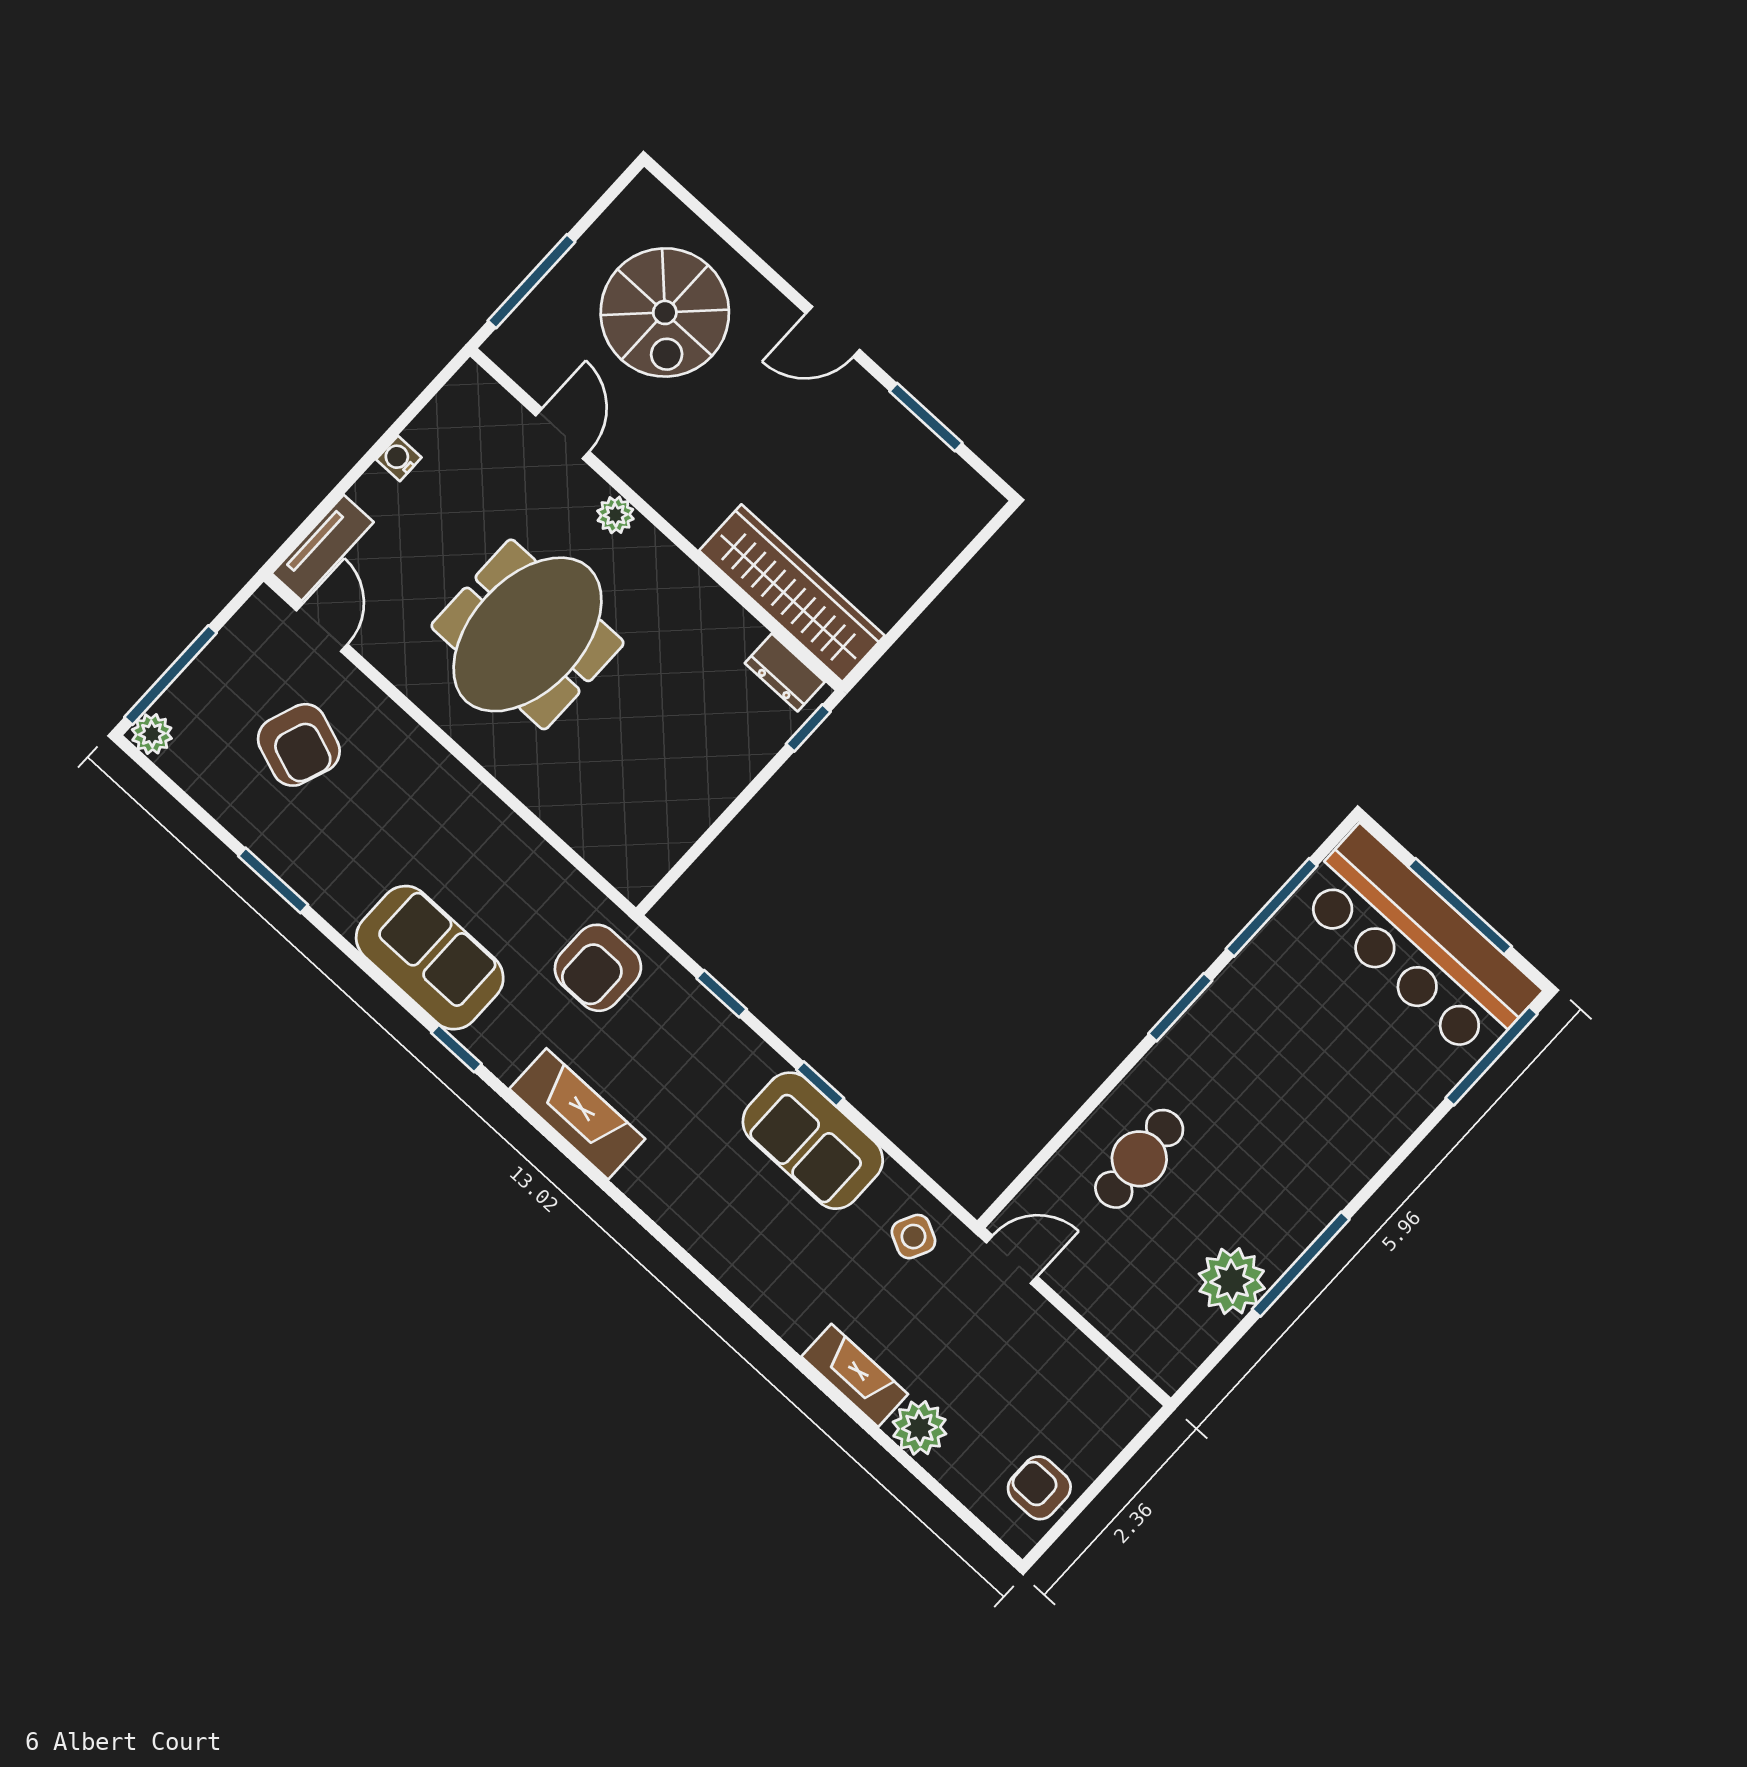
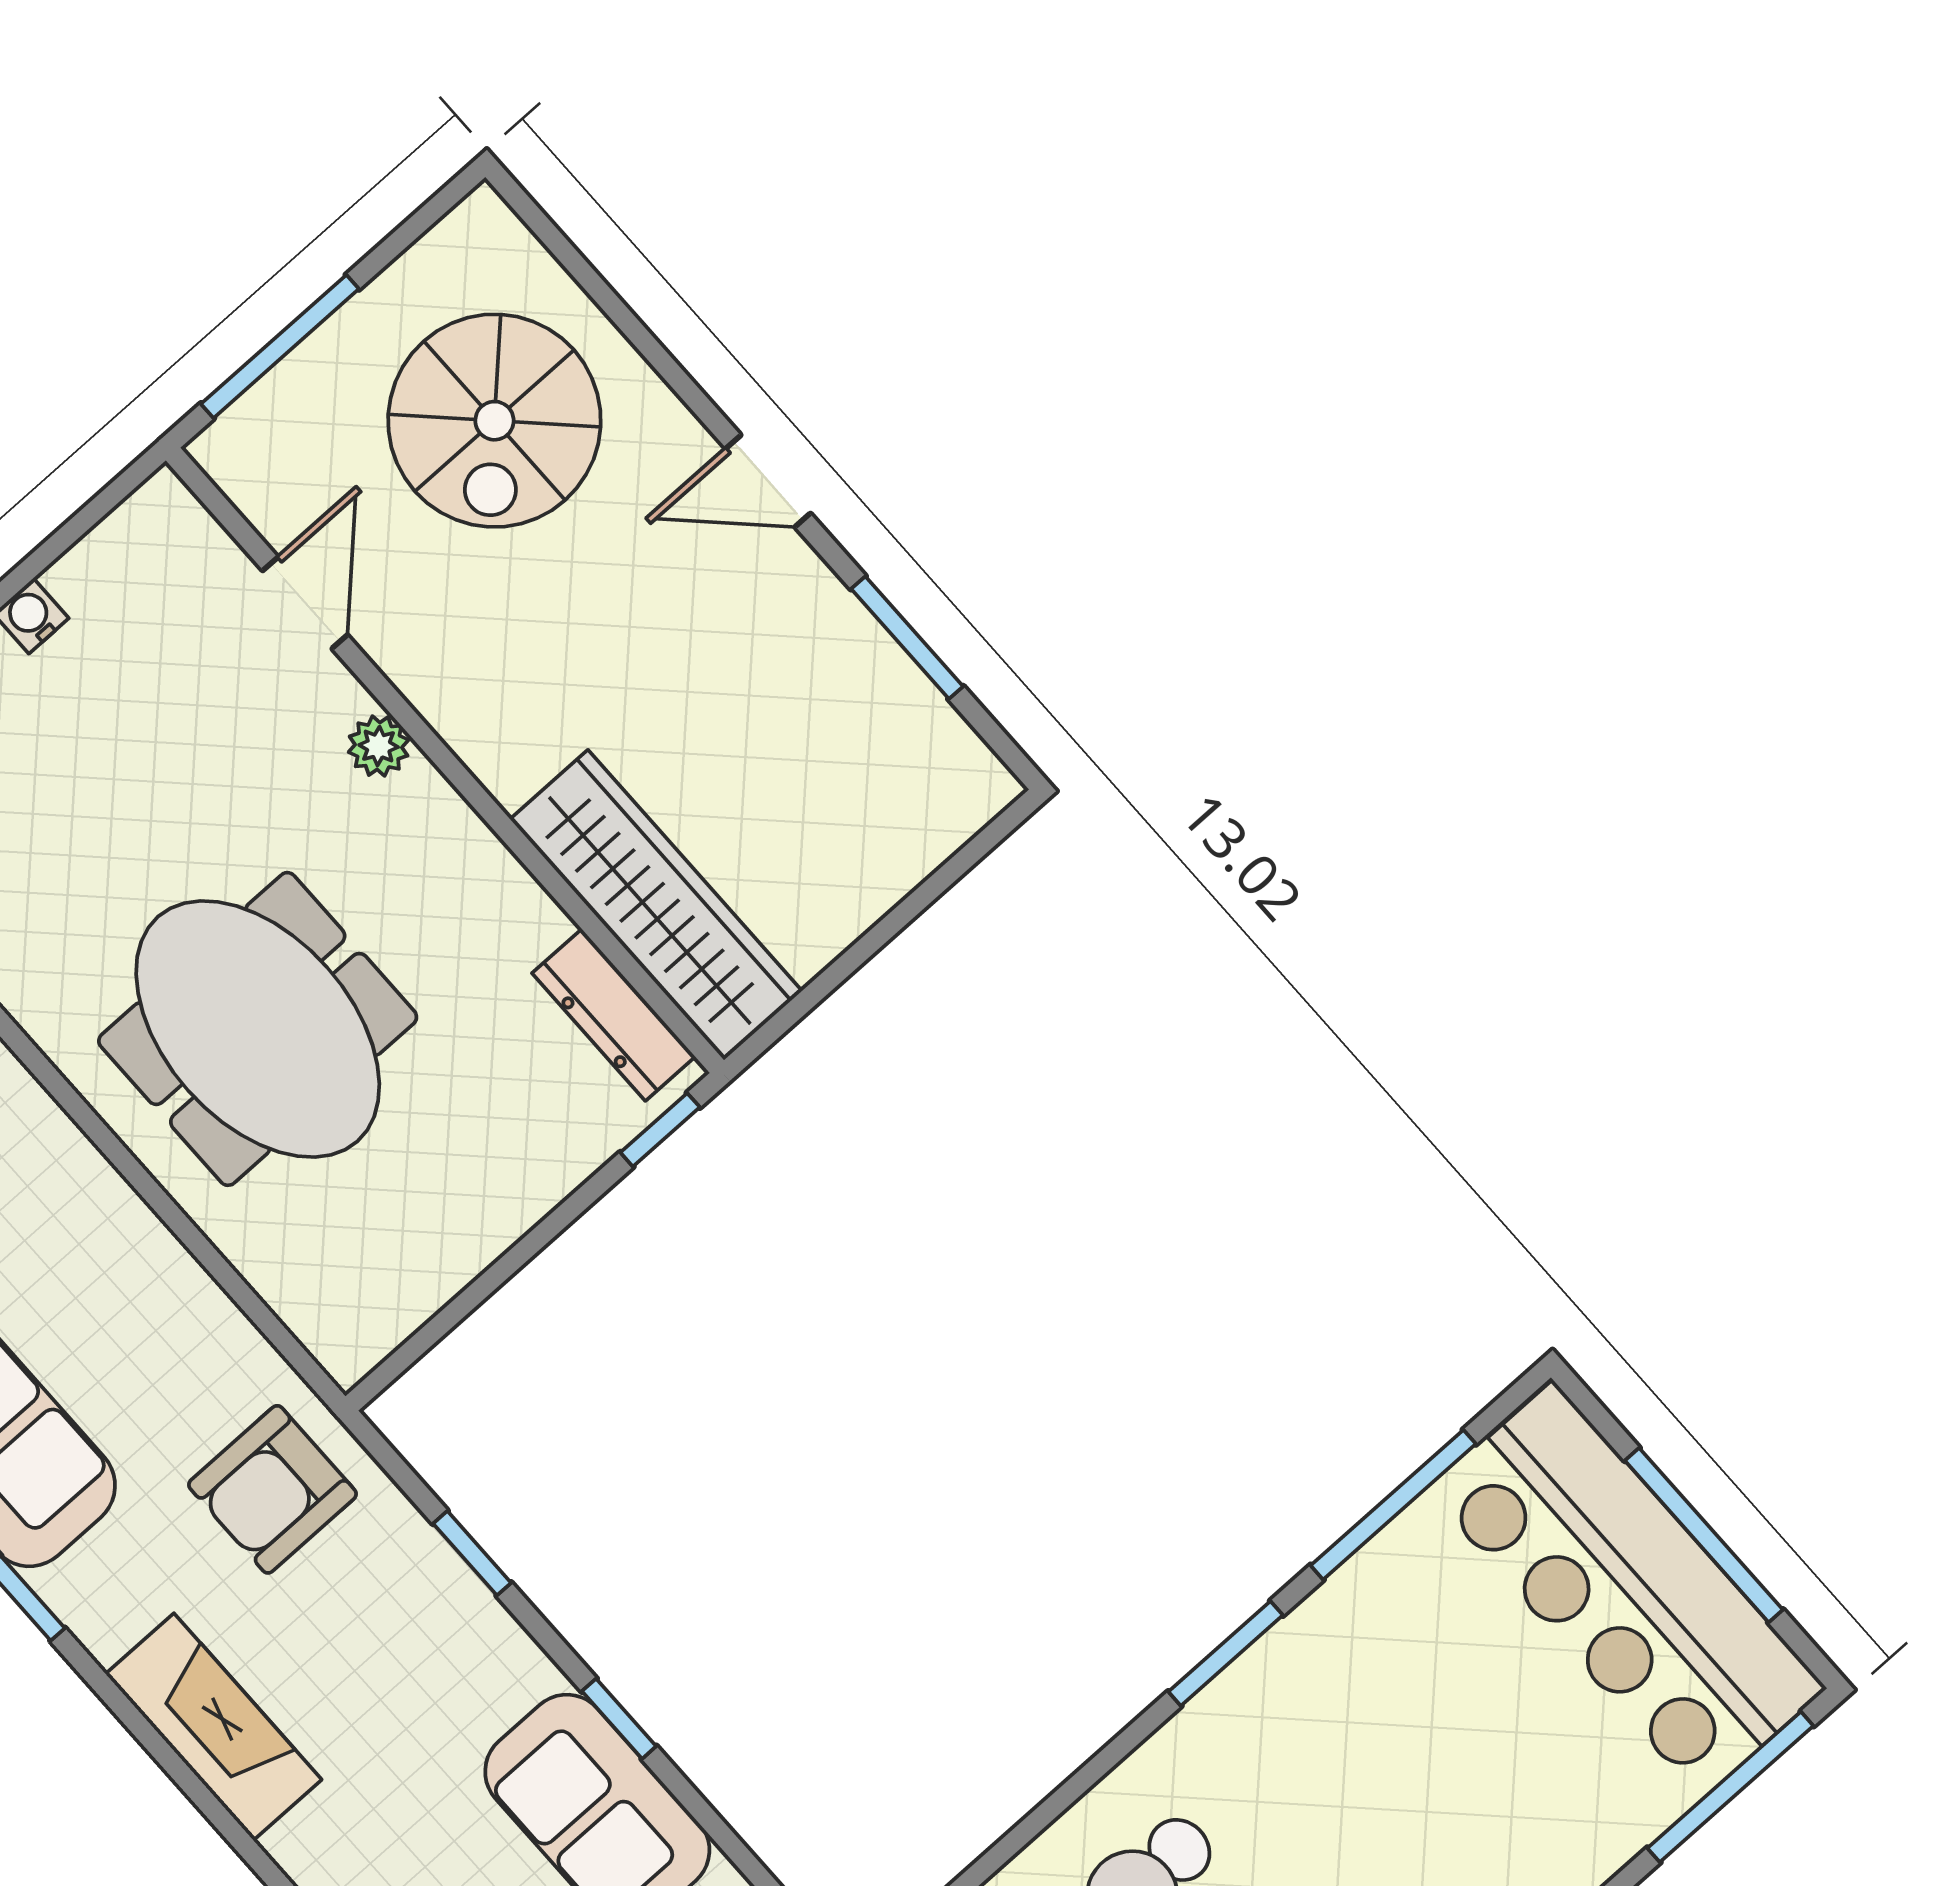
meeting table: (527, 634) -> (258, 1029), moved, turned 90
dresser: (785, 672) -> (614, 1015), width x1.44

